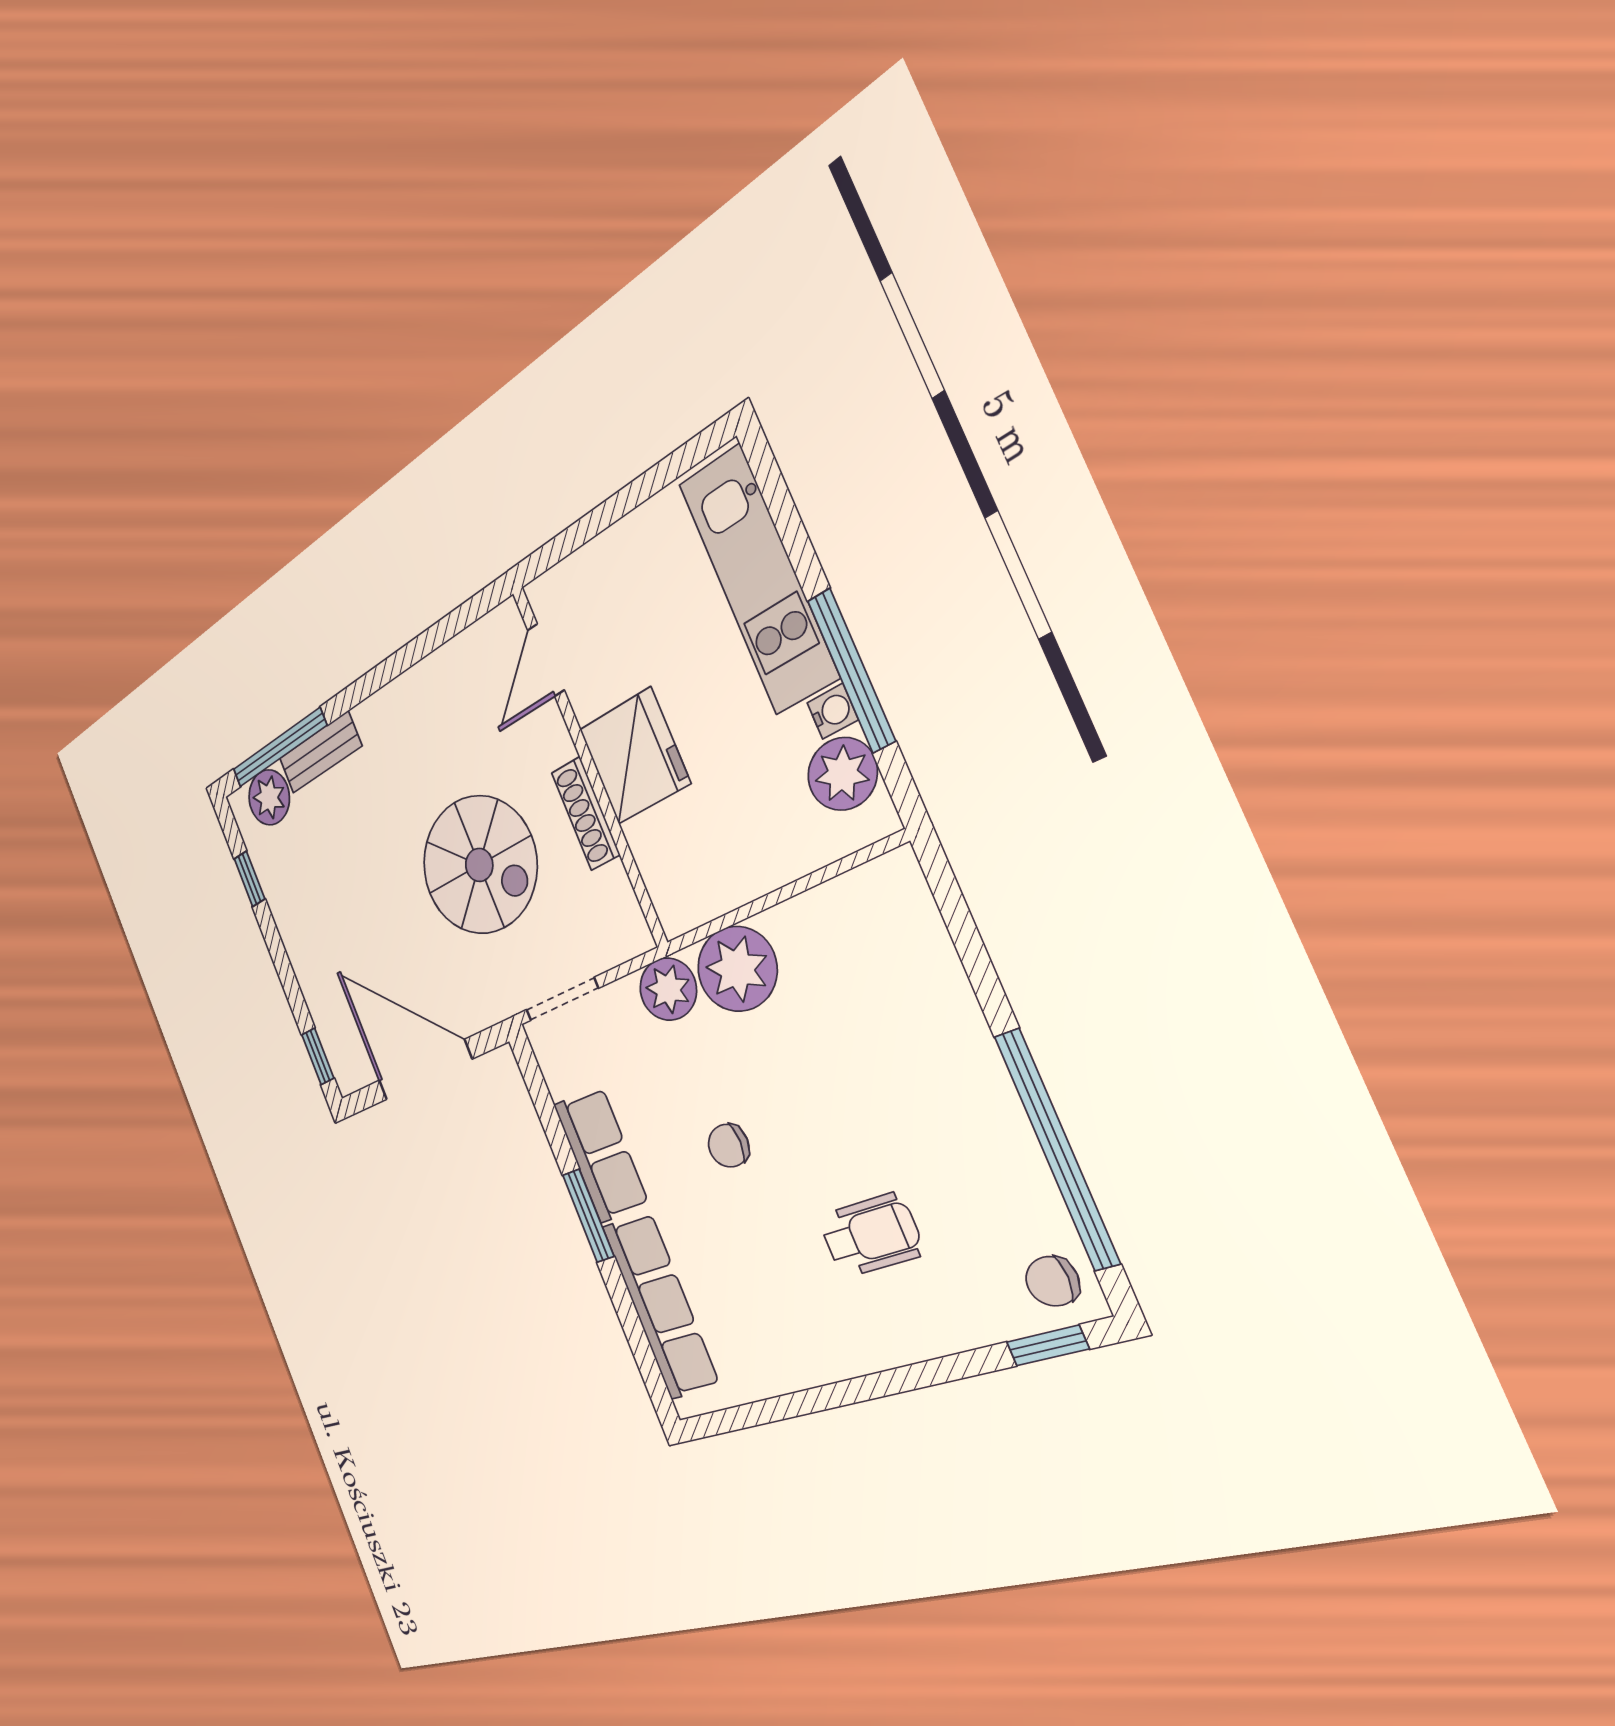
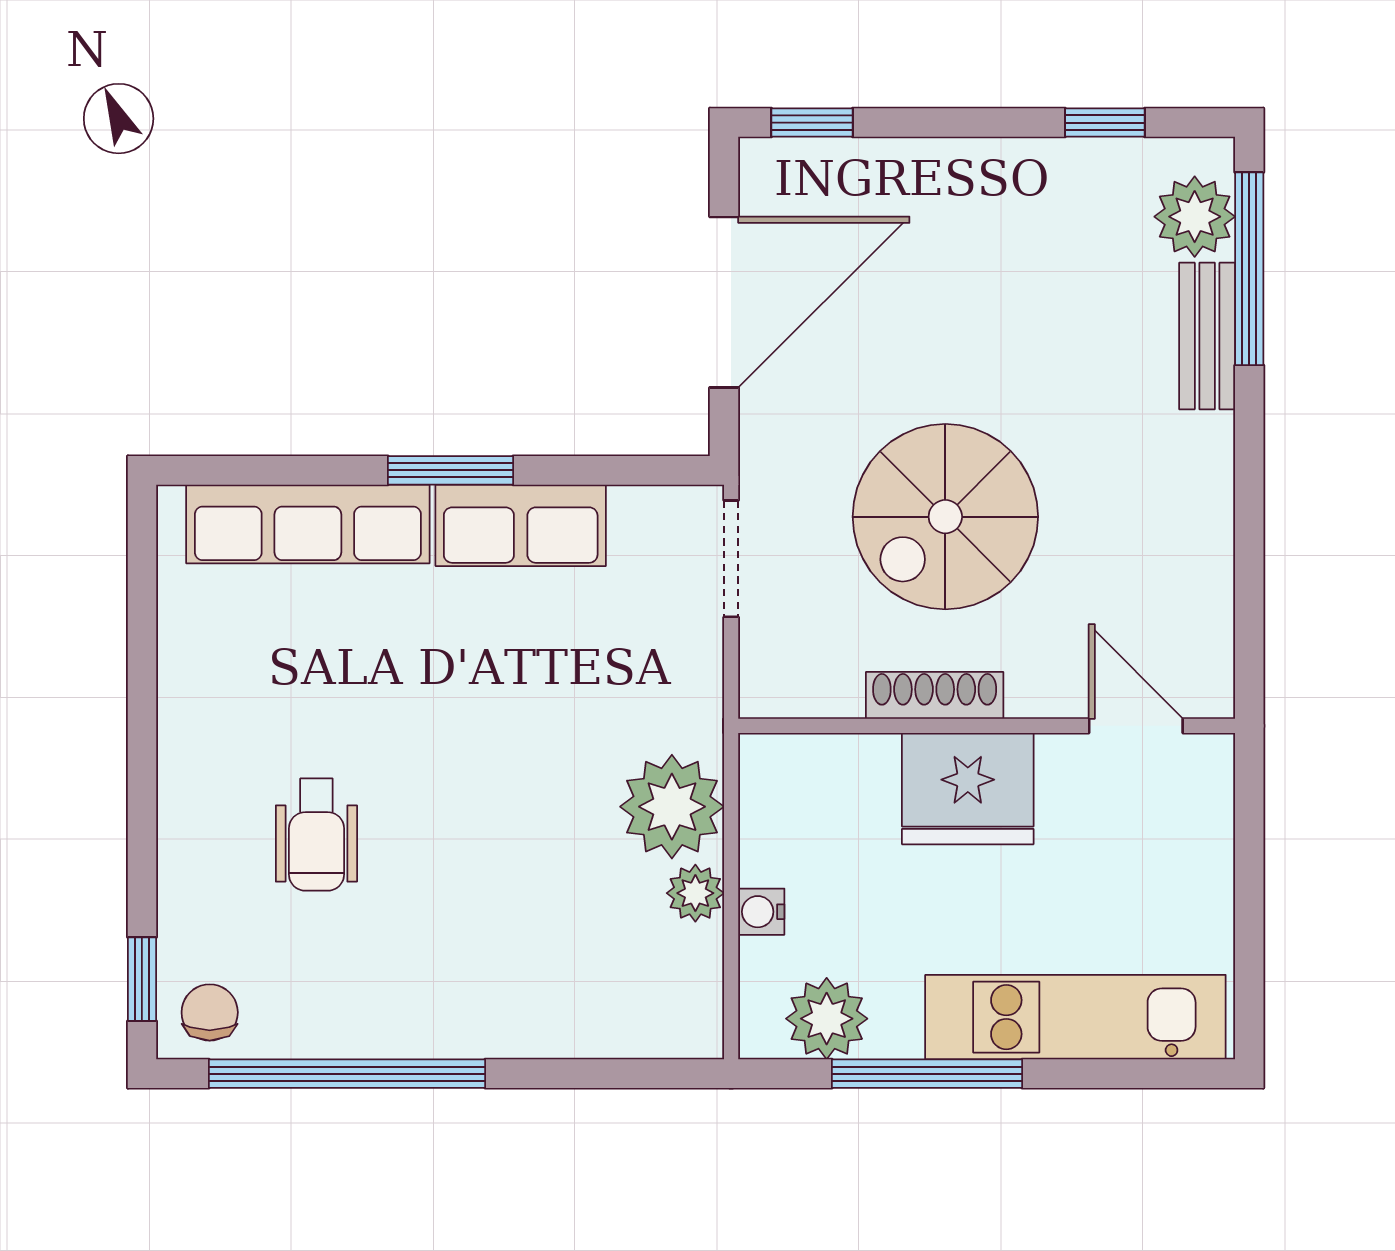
water cooler: (833, 711) -> (761, 912), moved, turned 90
plant: (668, 989) -> (695, 893), moved, width x0.73, depth x0.73
chair: (729, 1146) -> (474, 705), removed

